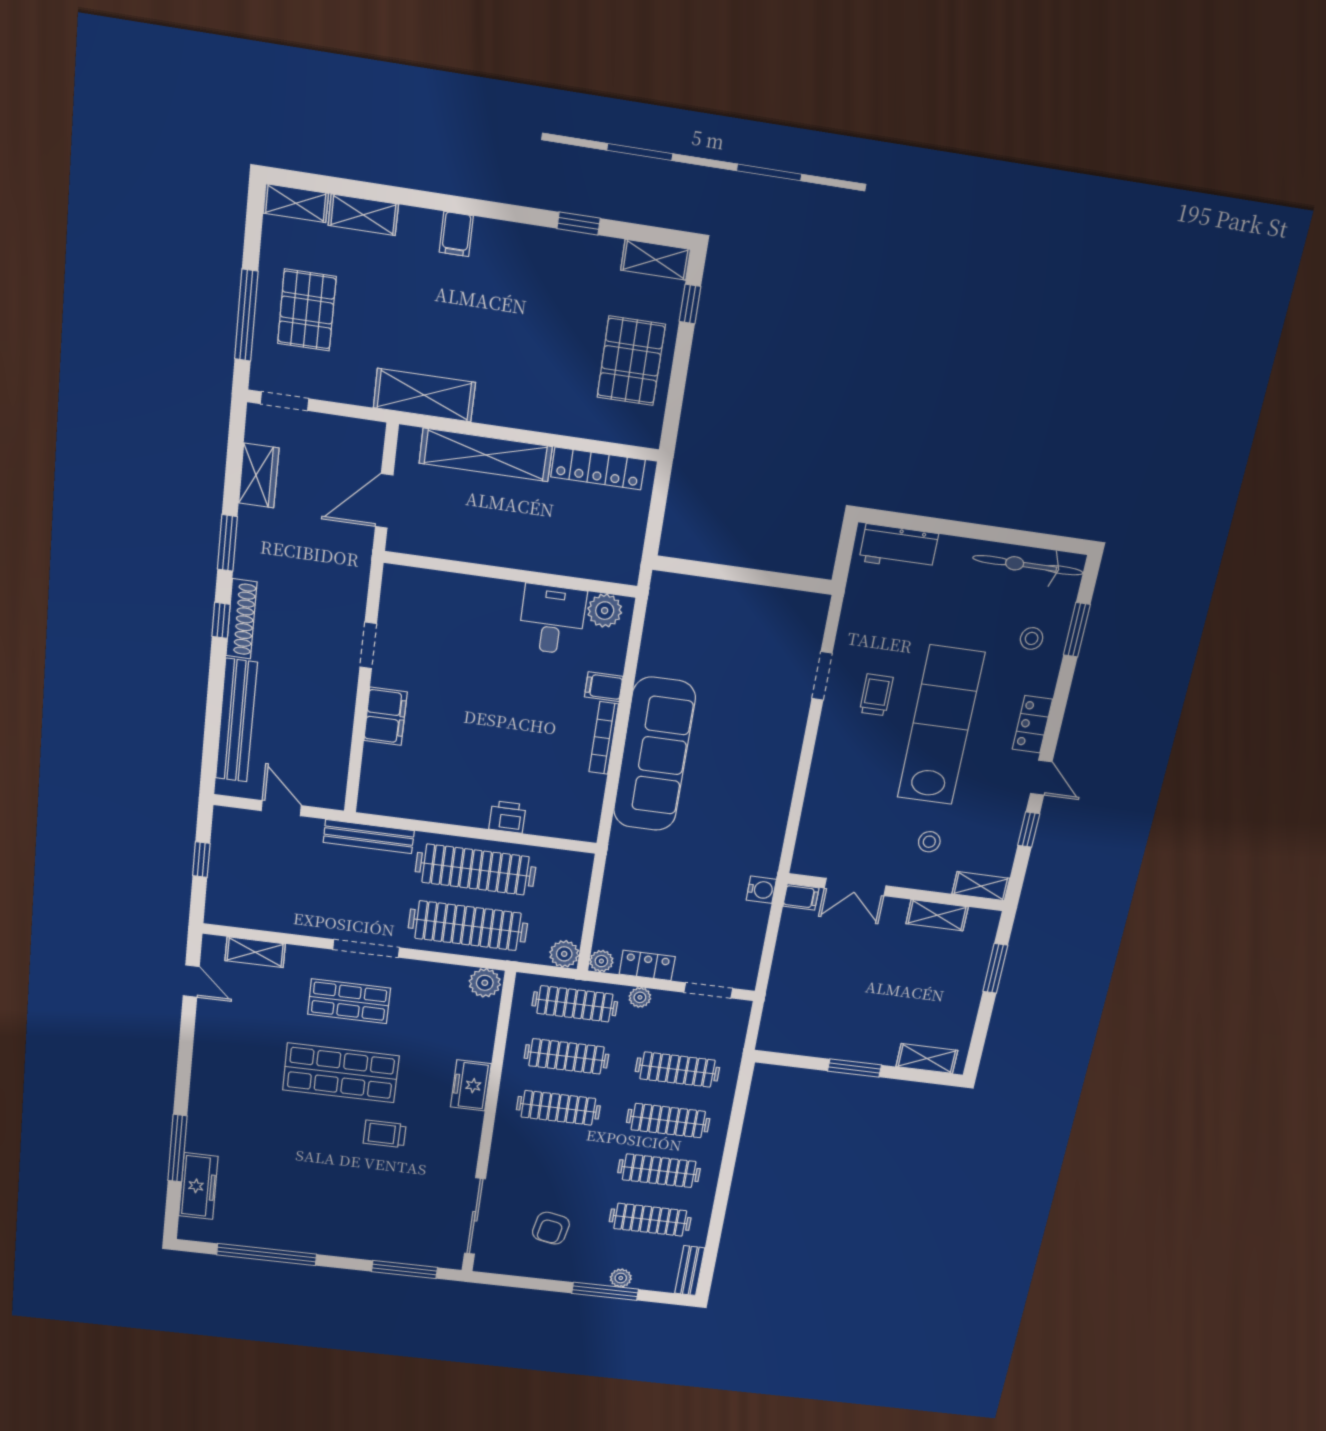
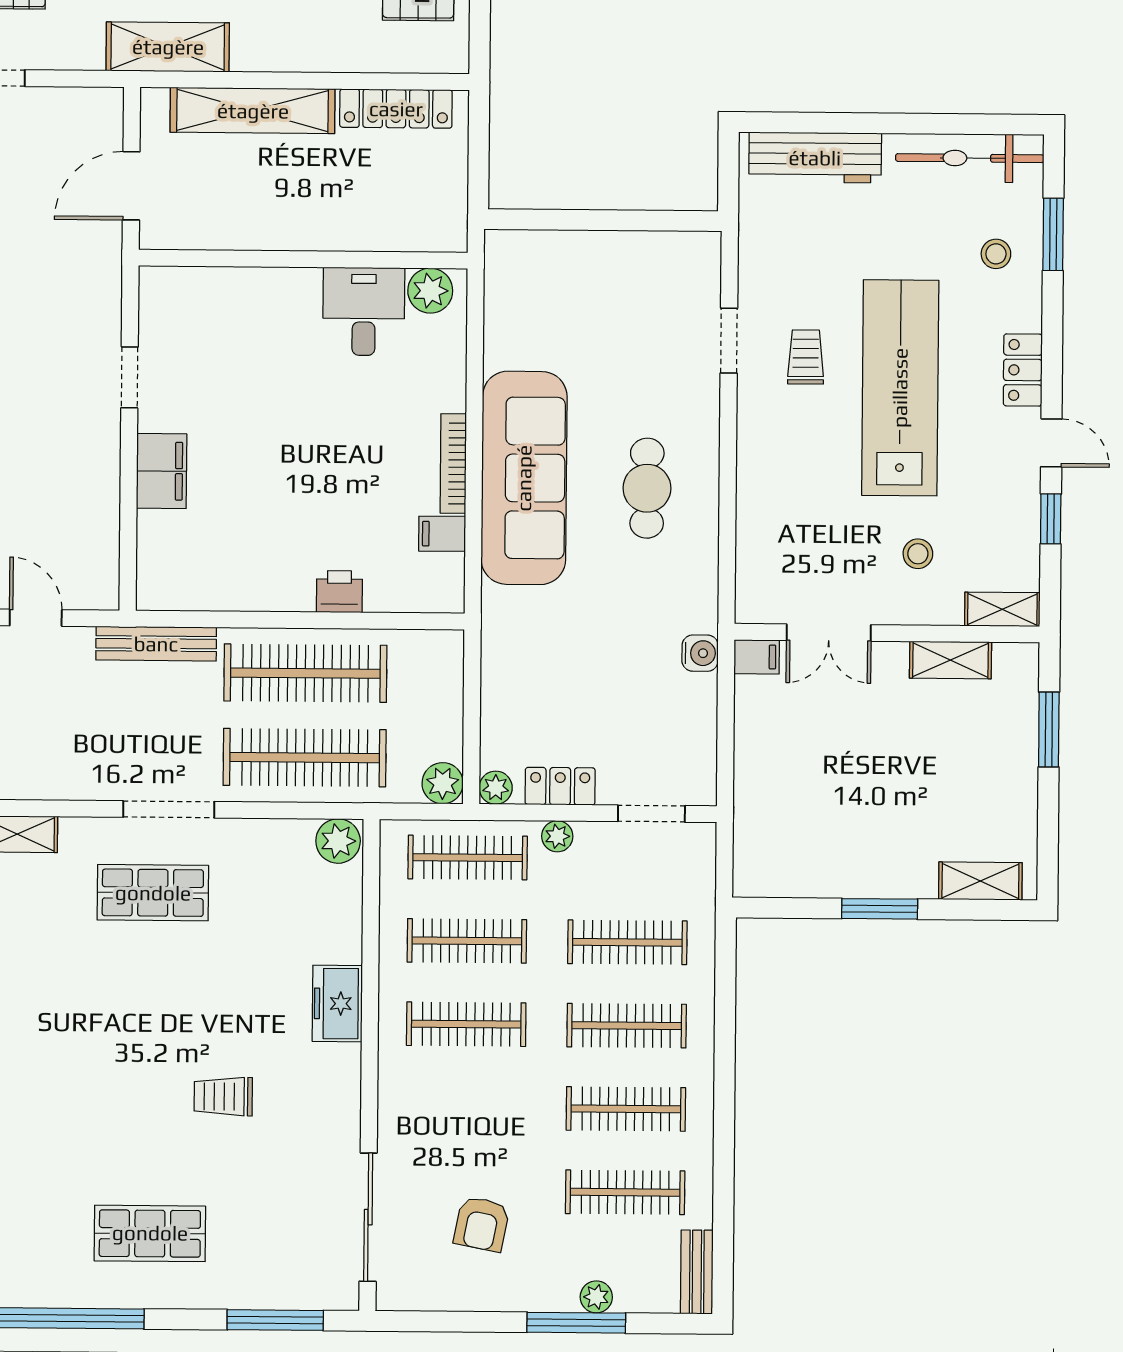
workbench: (899, 547) -> (815, 158), width x1.38
filing cabinet: (604, 687) -> (442, 534), moved
cafe table: (743, 773) -> (647, 488), added
shop shelf: (341, 1073) -> (150, 1233), moved, width x0.70, depth x0.74

